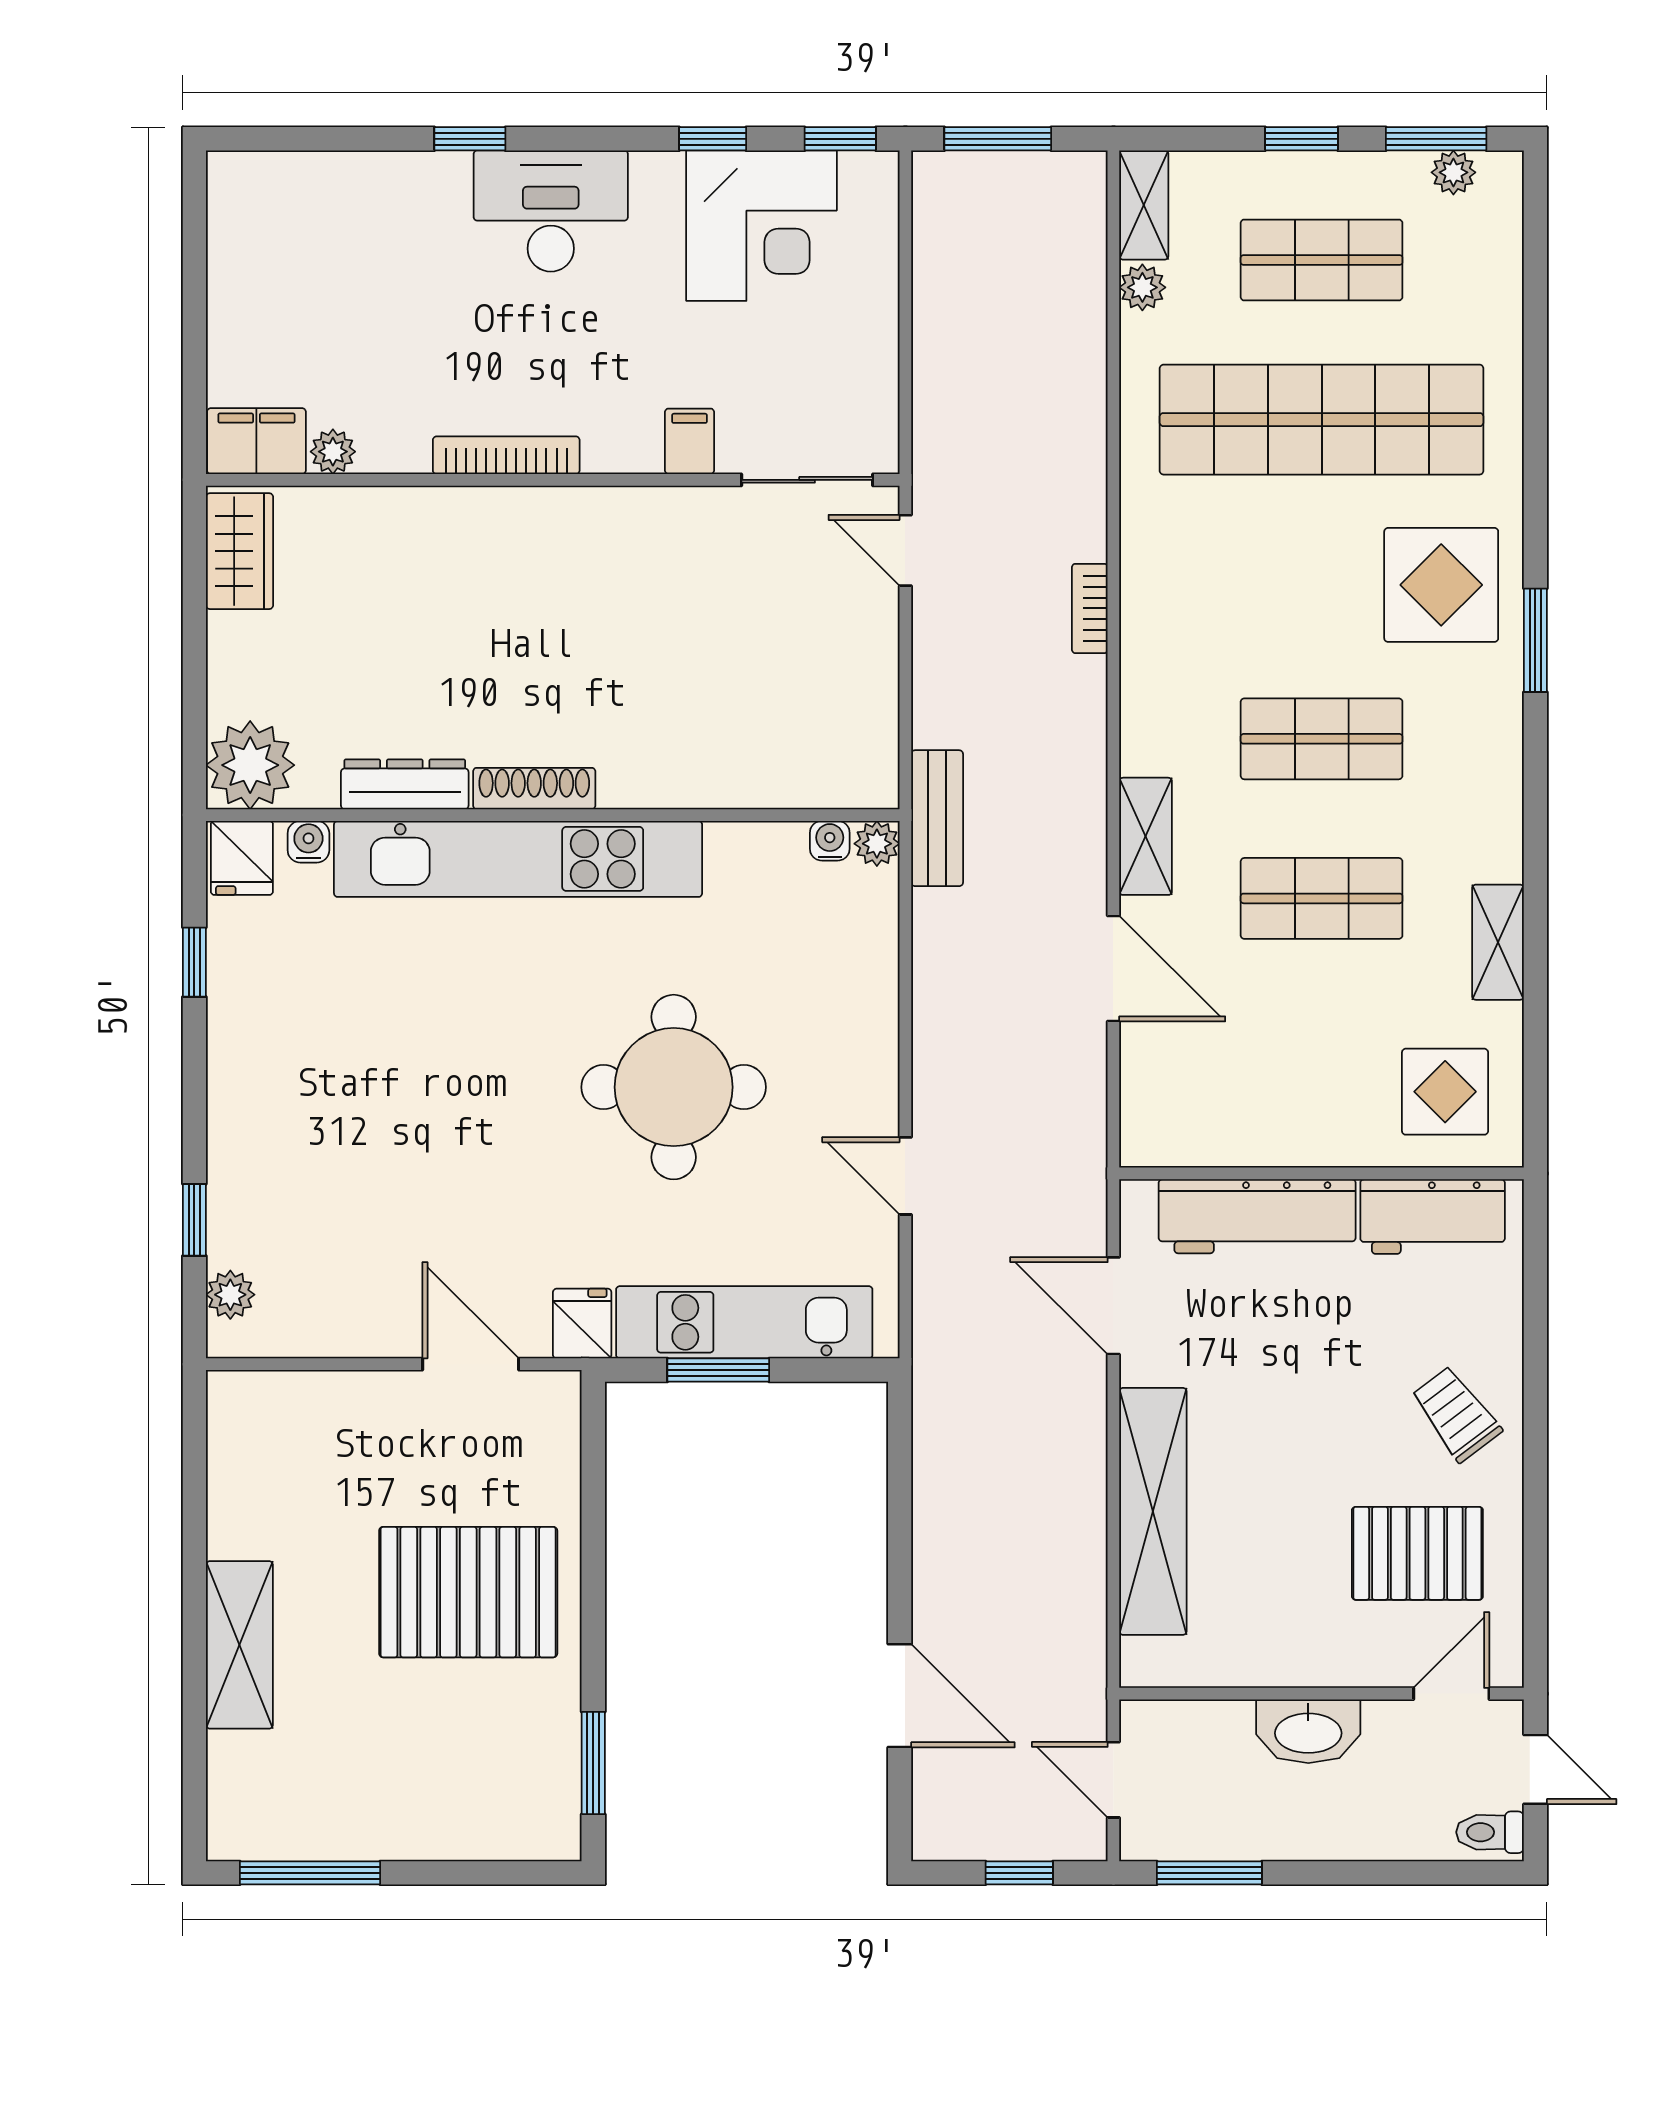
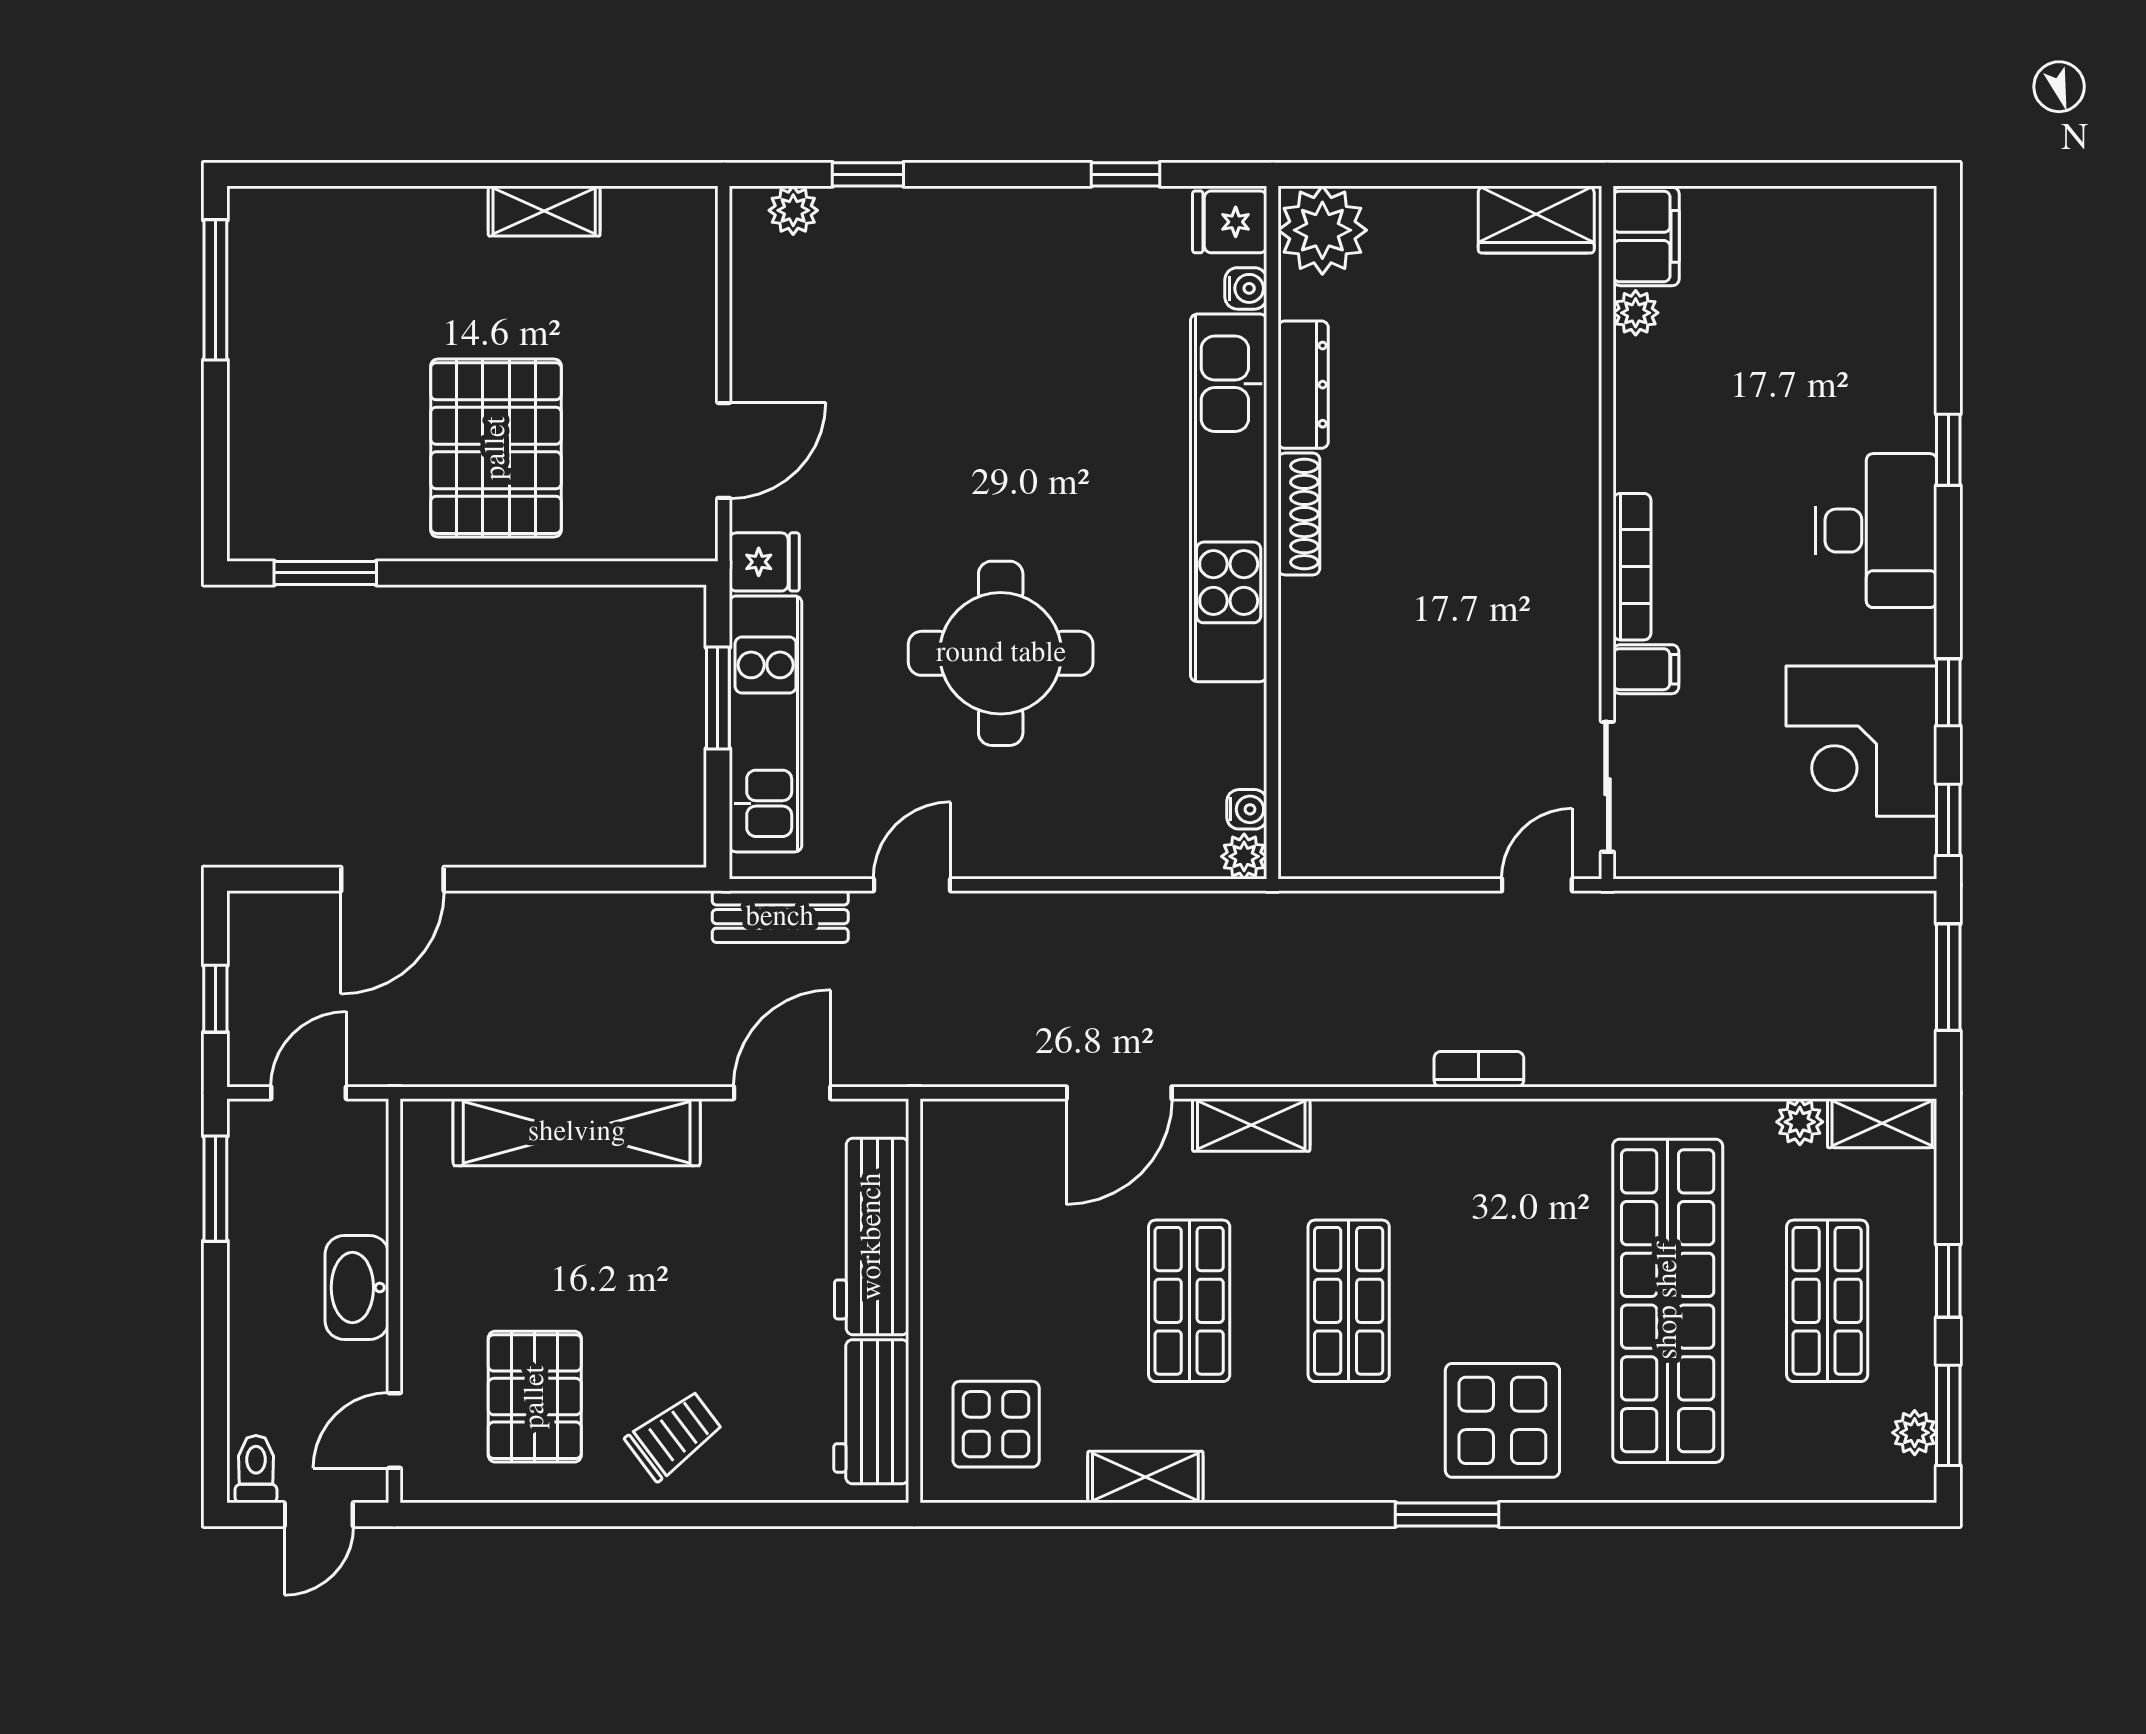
bookcase: (506, 455) -> (1632, 567), moved
bench: (937, 818) -> (780, 917), moved
shelving: (239, 1645) -> (544, 211), moved, width x0.67, depth x0.75
door: (1451, 1694) -> (394, 1431), swing flipped

